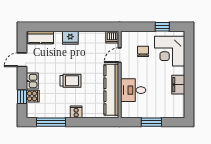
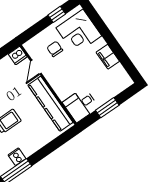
desk: (133, 90) -> (81, 105), moved
cooker: (76, 112) -> (17, 157), moved

